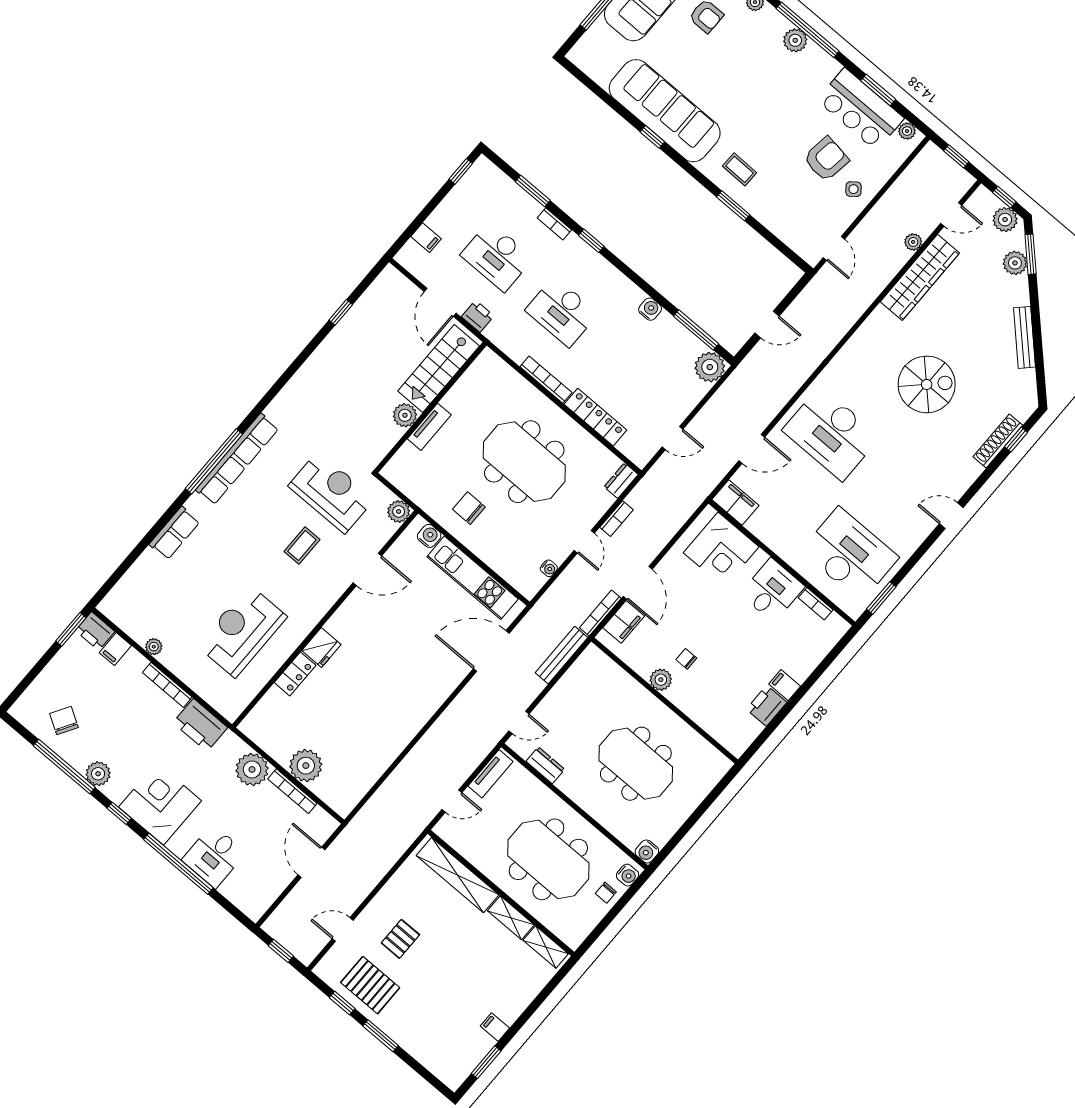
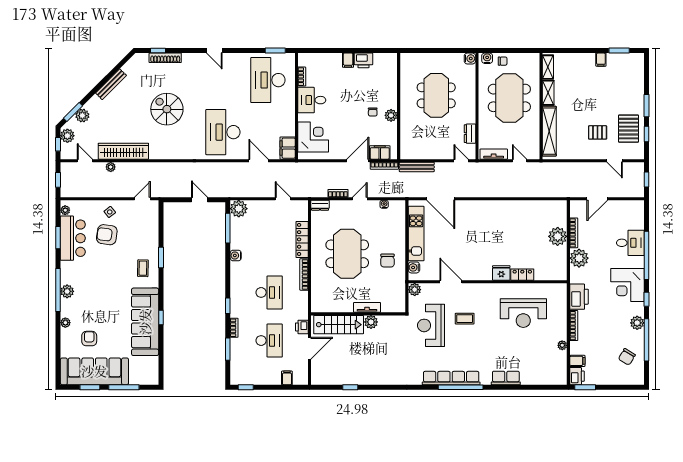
desk: (831, 434) -> (223, 132), turned 180

